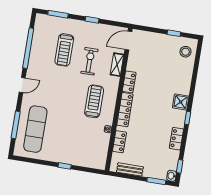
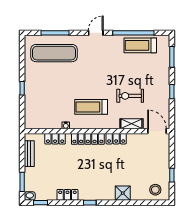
treadmill: (64, 50) -> (140, 45), moved
exercise bike: (89, 61) -> (130, 96), turned 180
door: (22, 85) -> (96, 33), swing flipped
treadmill: (94, 101) -> (91, 107), turned 180
shower: (181, 102) -> (123, 193), moved

